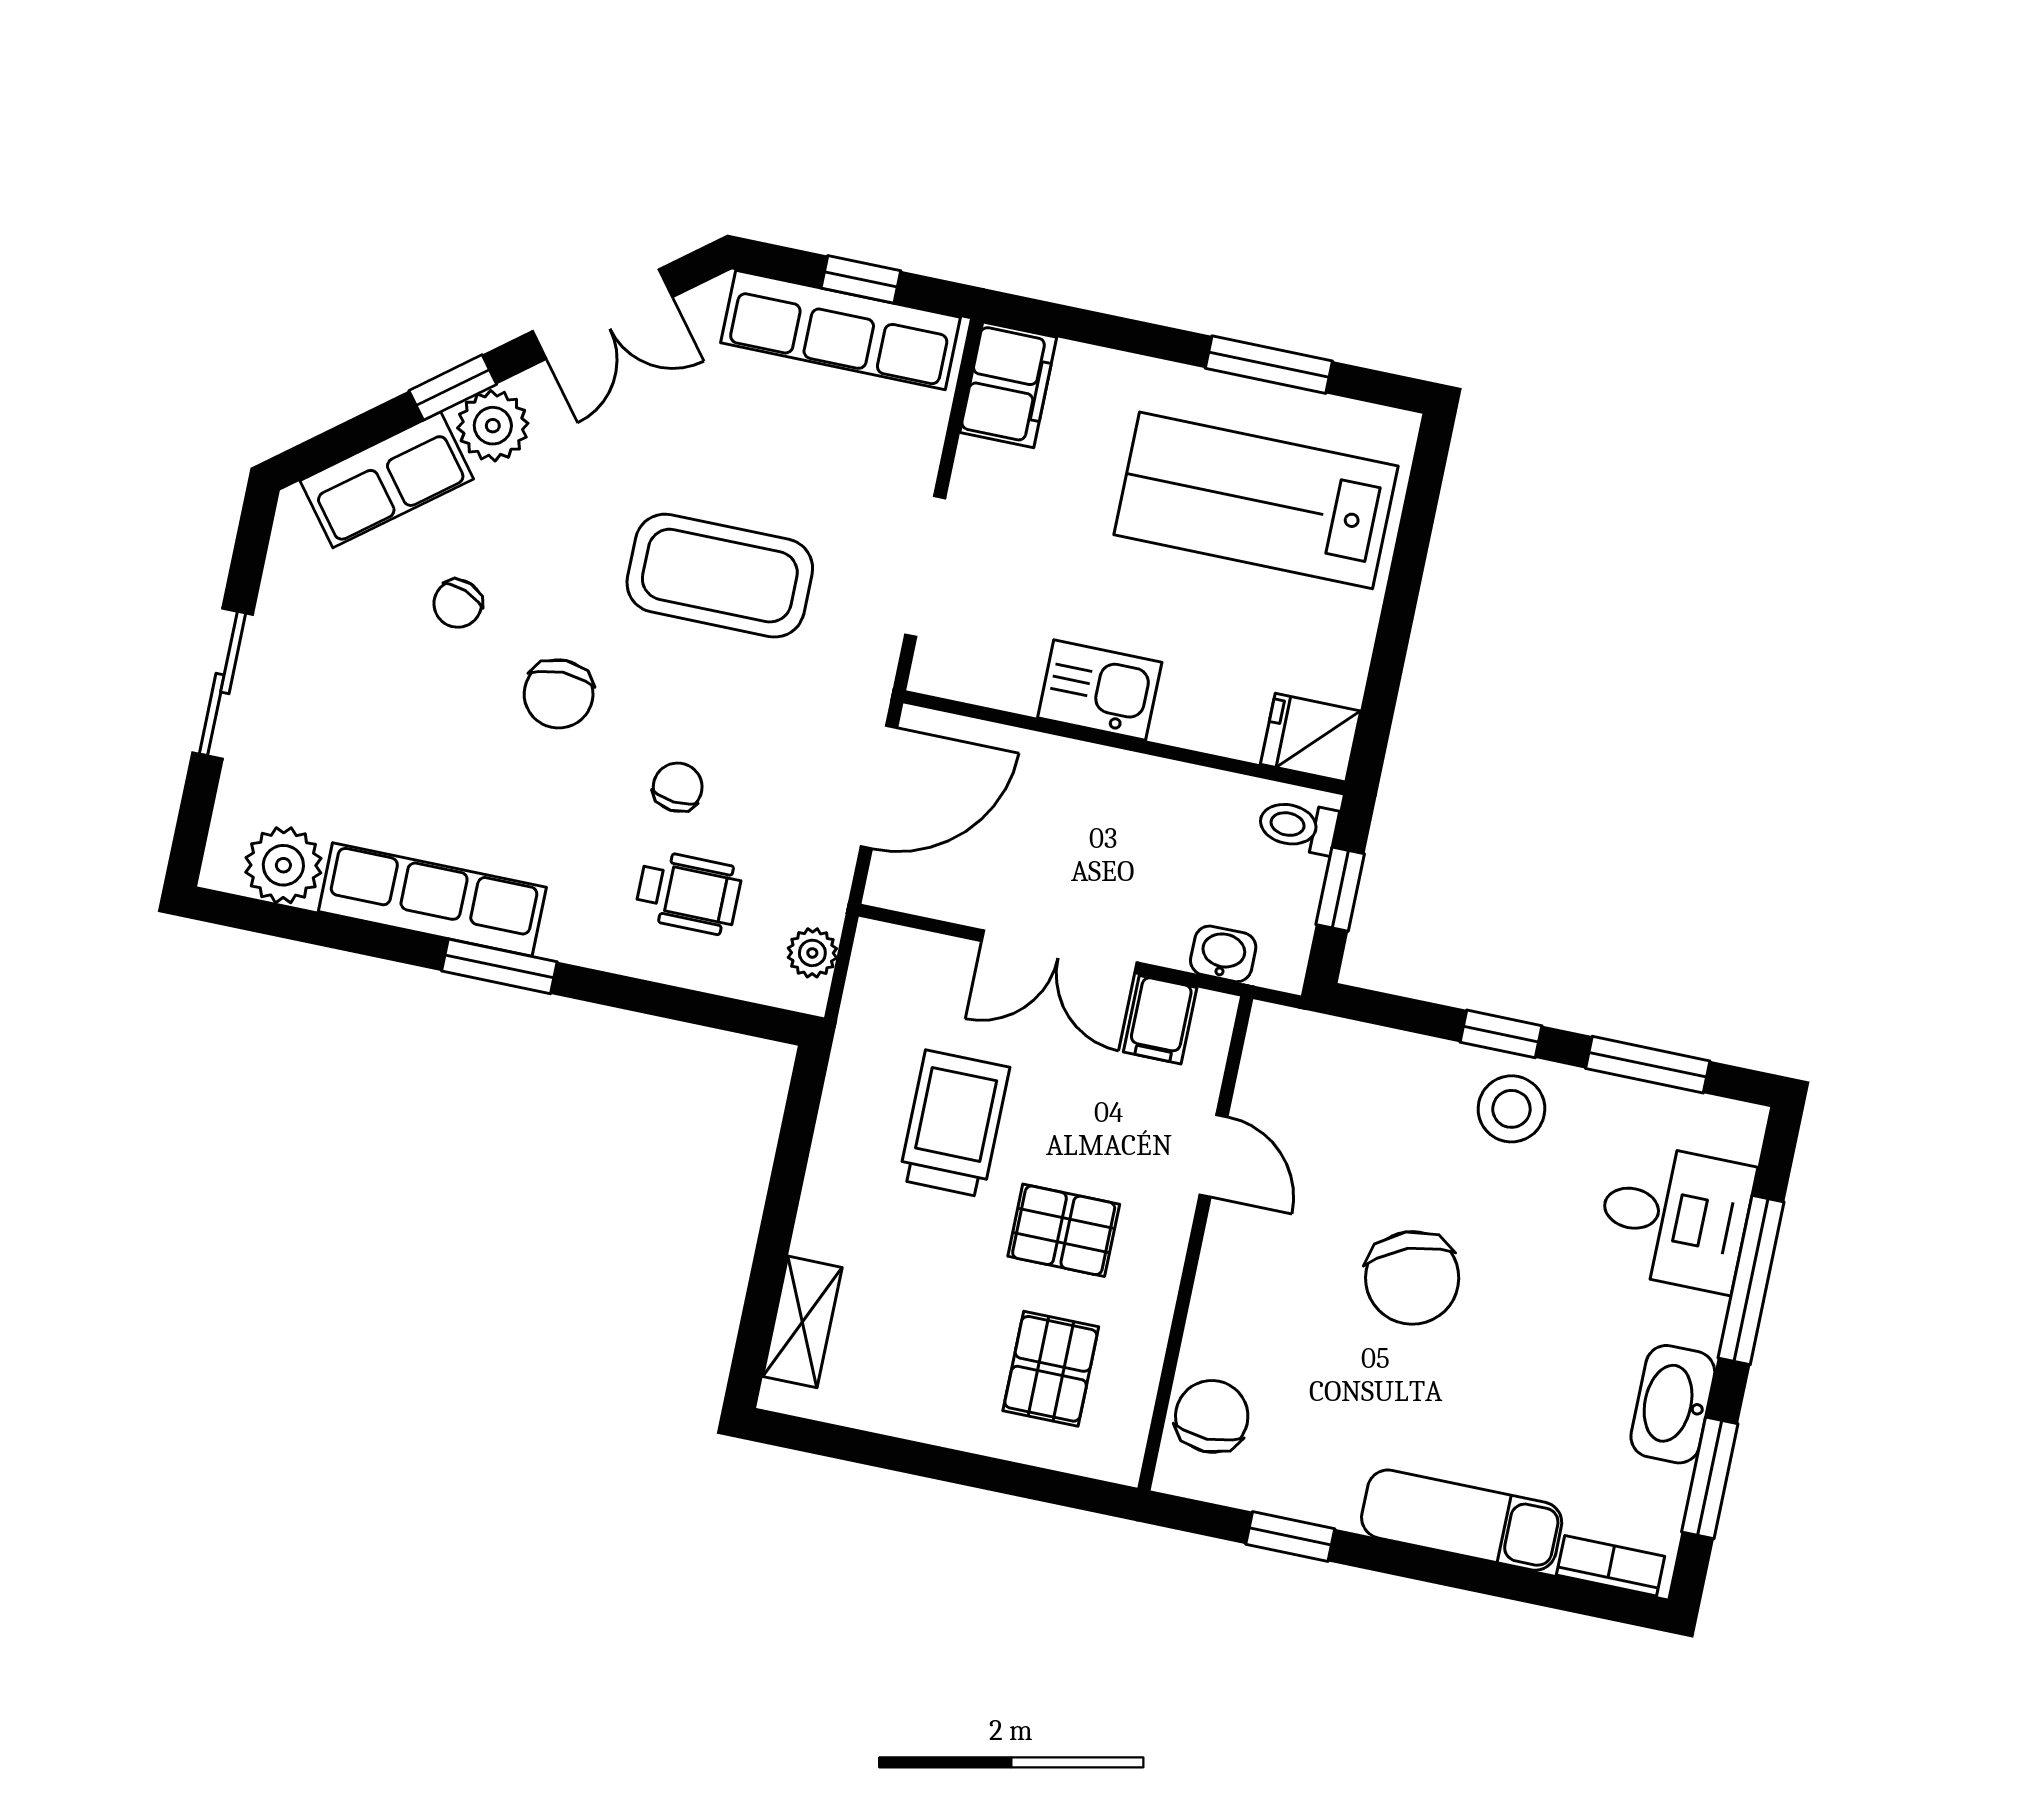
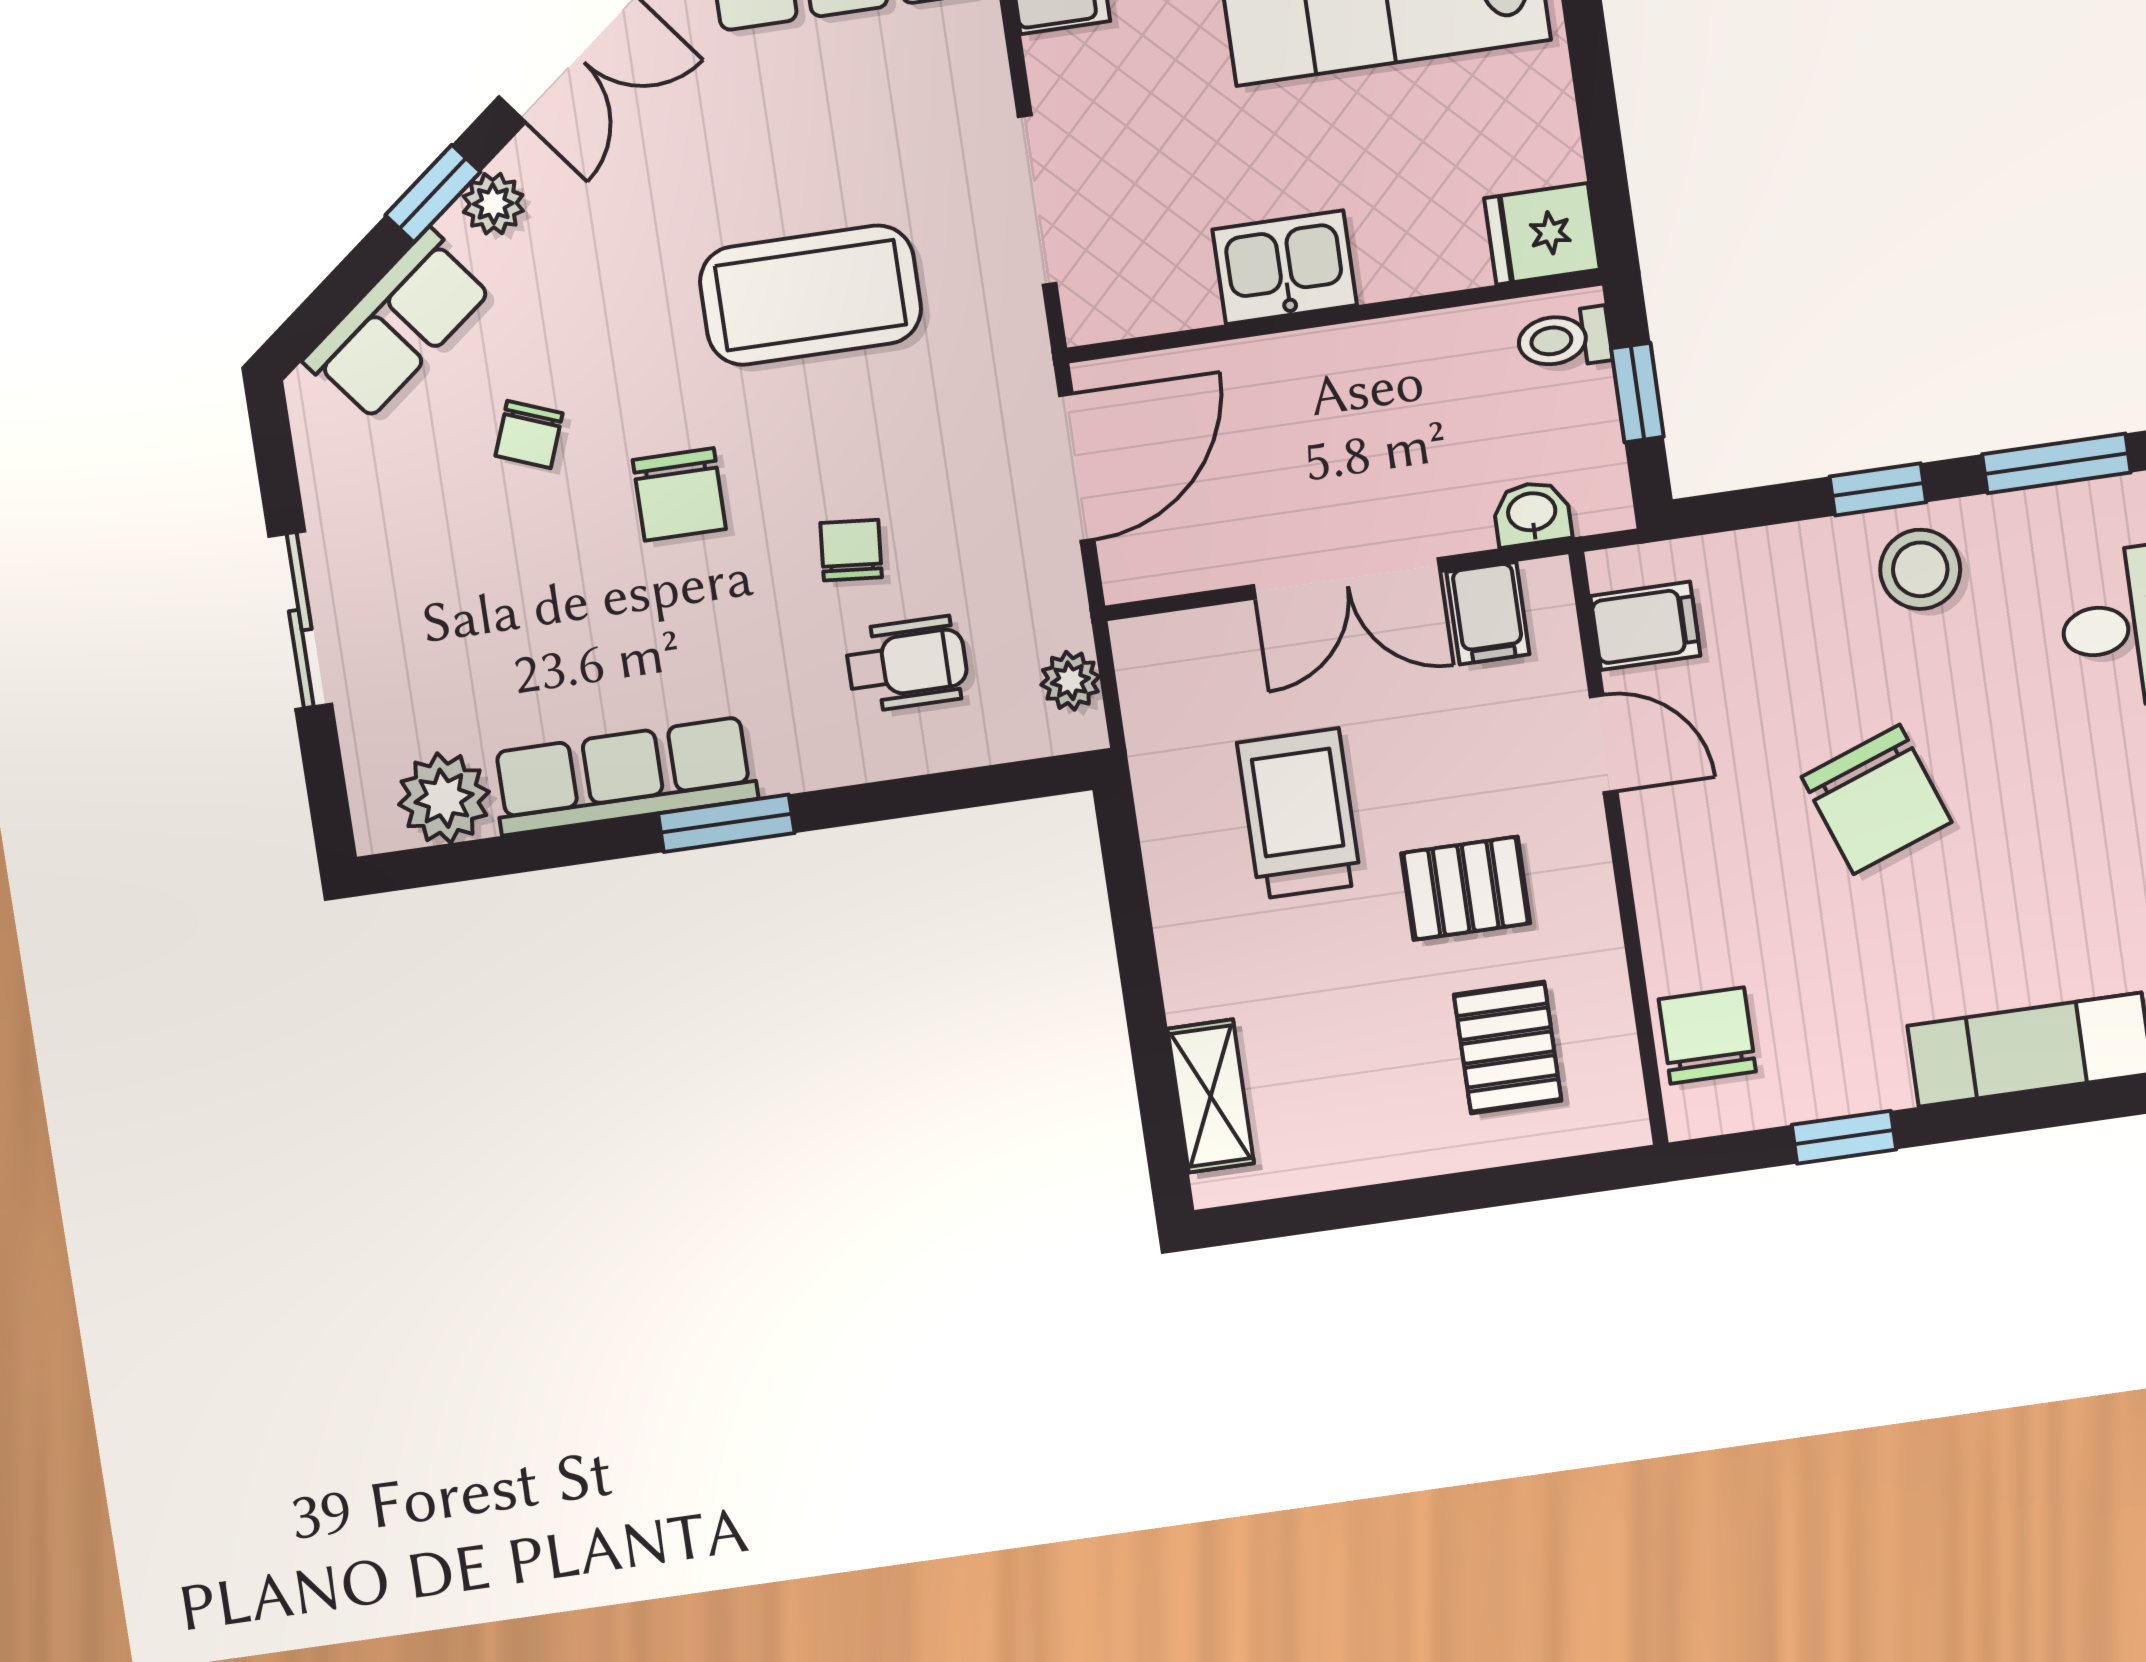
plant: (493, 426) -> (493, 204), width x0.73, depth x0.73
filing cabinet: (1280, 1075) -> (1645, 626), added

